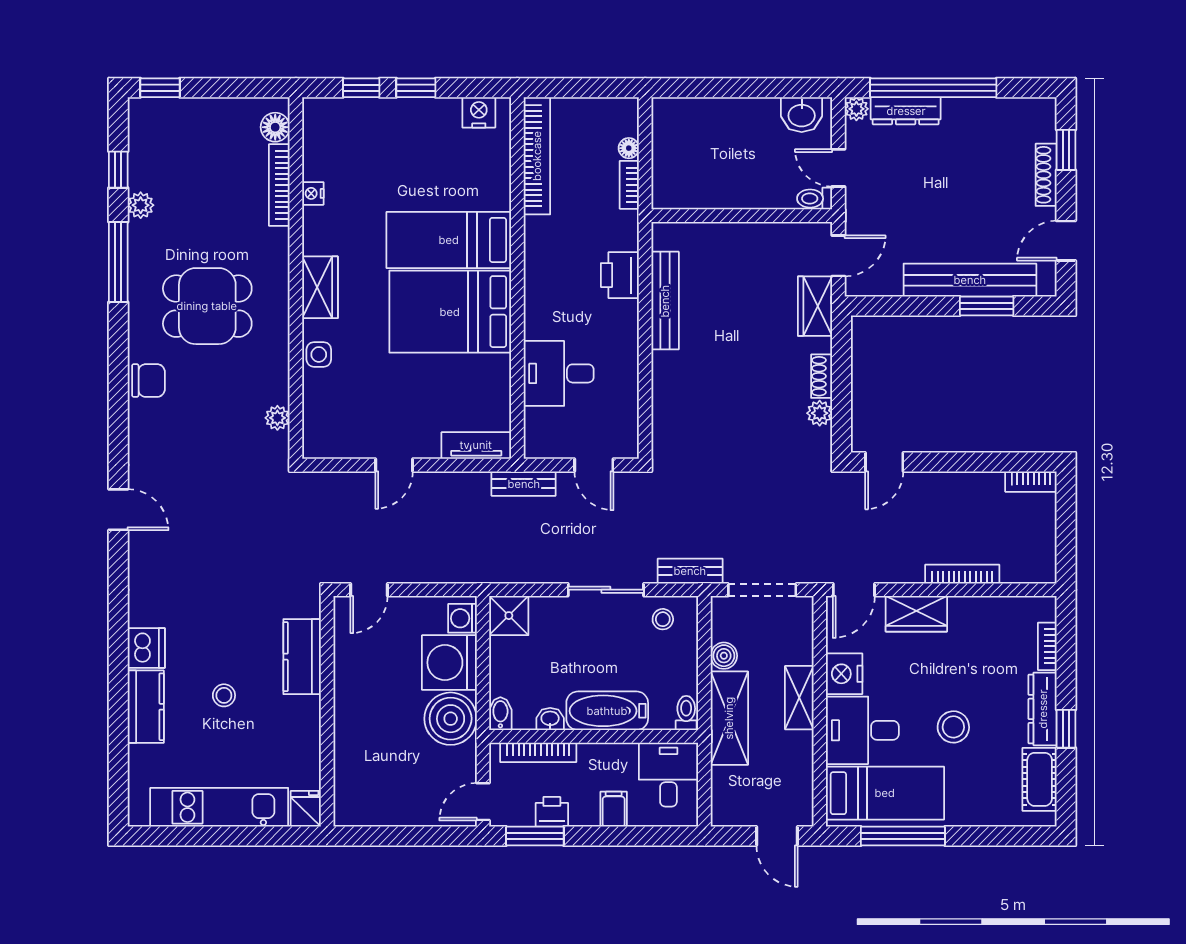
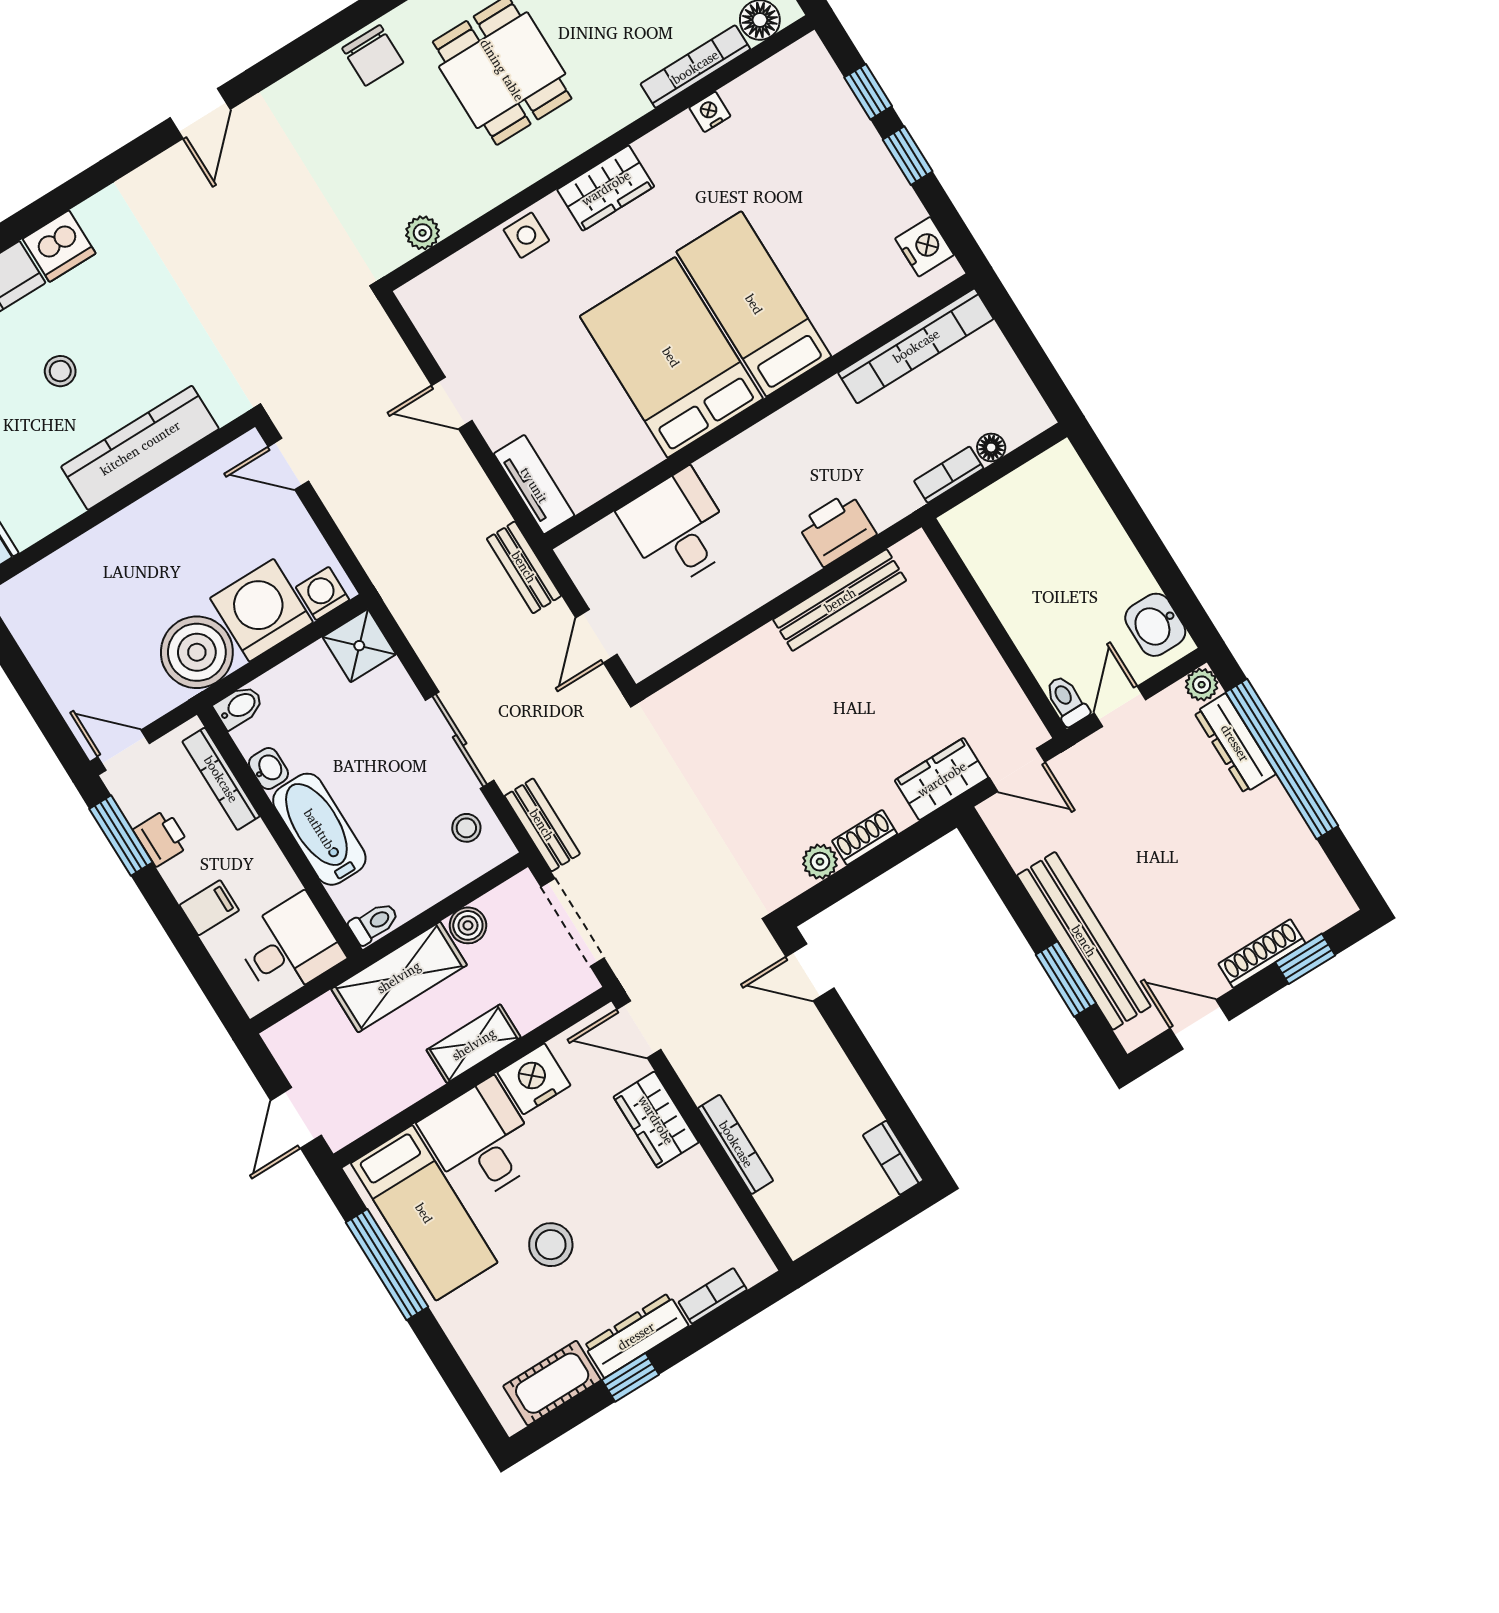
kitchen counter: (302, 657) -> (140, 448), width x1.50

